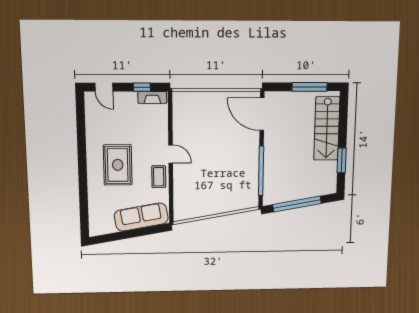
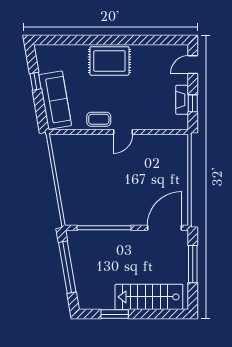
window: (310, 87) -> (193, 264), moved
fireplace: (152, 97) -> (182, 100), moved
rug: (118, 165) -> (109, 61), moved
window: (124, 235) -> (35, 81), added

